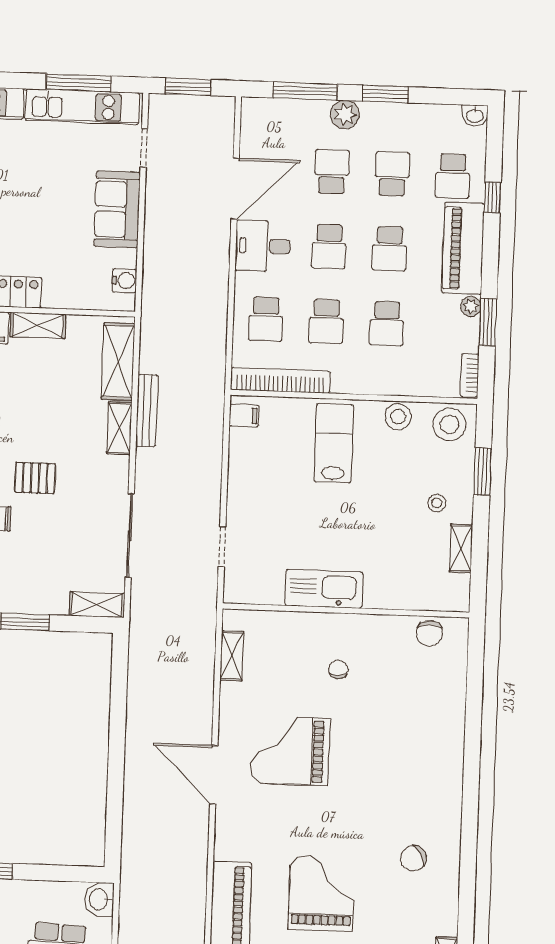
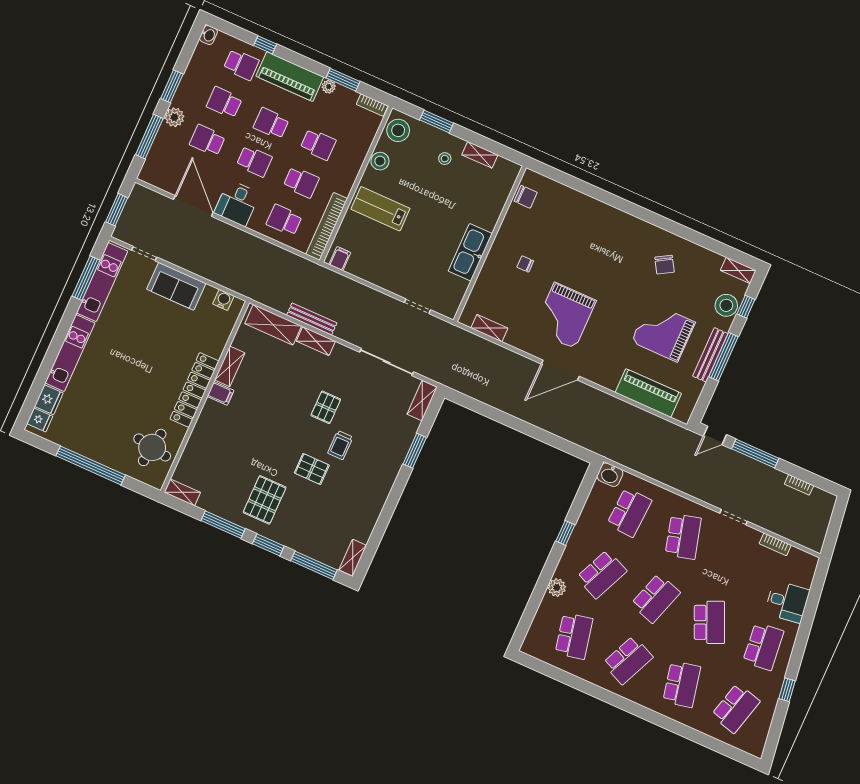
school desk: (389, 249) -> (271, 123), turned 180
school desk: (266, 319) -> (284, 220), turned 180

